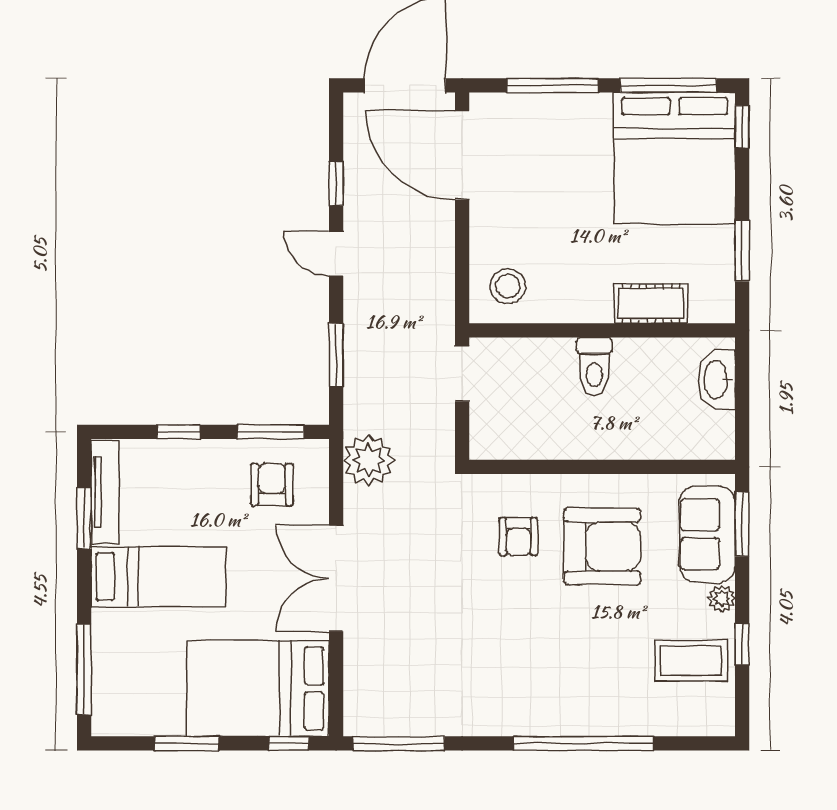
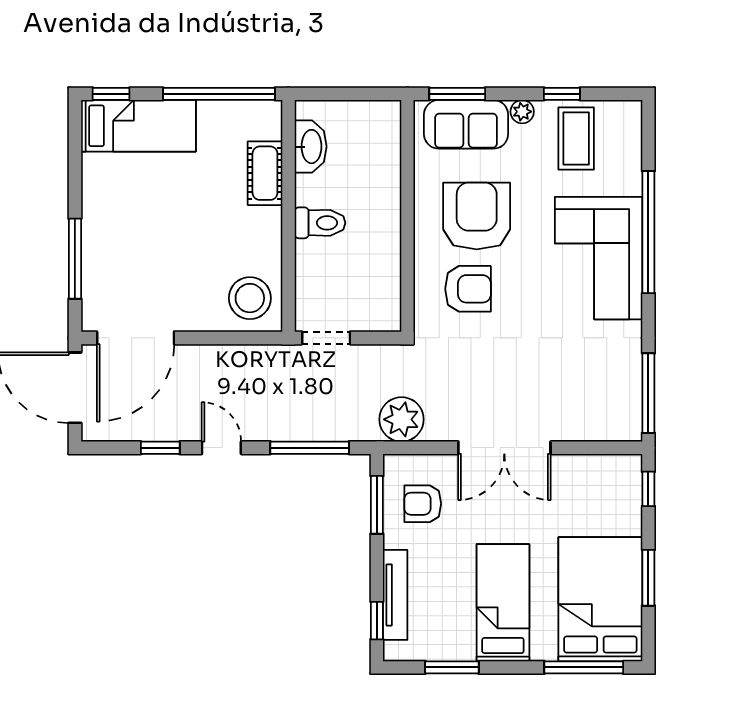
window: (668, 85) -> (75, 158), removed
bed: (675, 158) -> (138, 126), width x0.49
window: (742, 251) -> (219, 94), width x2.11
door: (336, 254) -> (221, 448), swing flipped
stool: (508, 286) -> (250, 298), width x1.38, depth x1.38
window: (336, 355) -> (310, 448), width x1.44
washbasin: (717, 380) -> (311, 147), moved, turned -90
window: (179, 432) -> (377, 621), moved
tv unit: (105, 492) -> (395, 595), moved, turned 90
armchair: (518, 537) -> (468, 289), width x1.38, depth x1.38
corner sofa: (554, 686) -> (599, 258), added
bed: (258, 688) -> (600, 599), moved, turned 180

